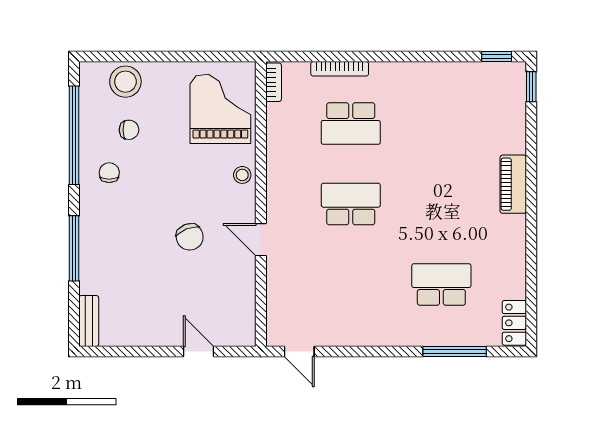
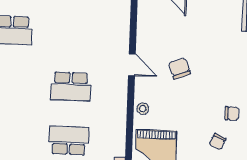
chair: (129, 130) -> (218, 142), turned -66
chair: (109, 173) -> (232, 113), turned -90

